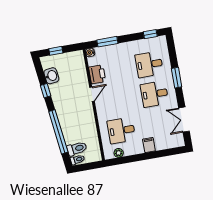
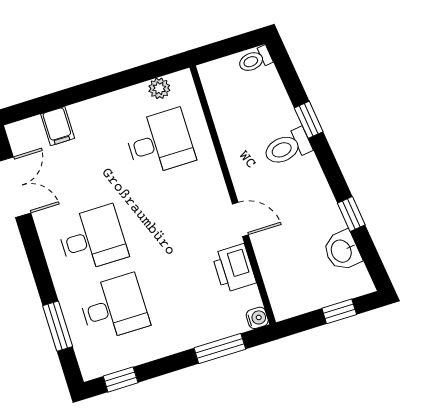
window: (177, 78) -> (58, 326), moved
door: (92, 94) -> (240, 219), swing flipped
window: (58, 132) -> (309, 120), width x0.32
filing cabinet: (149, 145) -> (58, 126), moved
toilet: (77, 149) -> (287, 147), moved

